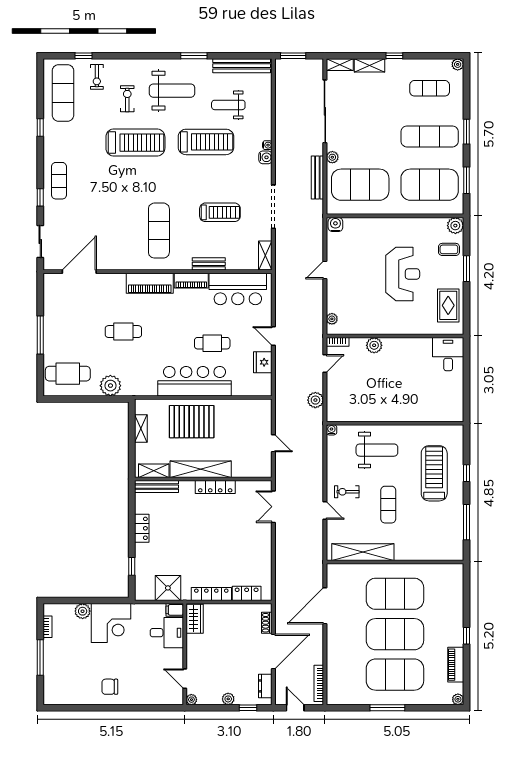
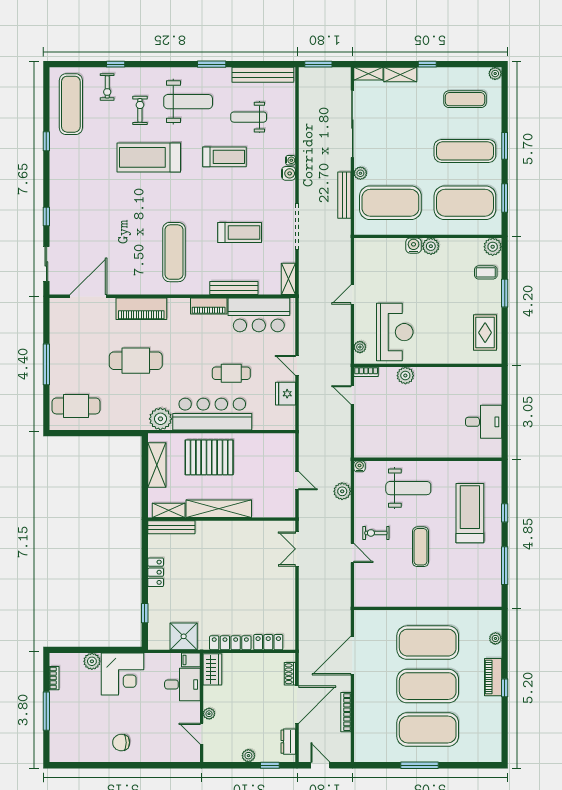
window: (84, 56) -> (116, 64), moved
treadmill: (206, 142) -> (225, 157), width x0.73, depth x0.73
treadmill: (135, 143) -> (149, 157), turned 180
exercise mat: (59, 181) -> (67, 199), removed
water cooler: (335, 224) -> (414, 246), moved
plant: (398, 225) -> (431, 246), added
bench: (209, 264) -> (234, 288), width x1.36
reception desk: (403, 274) -> (395, 332), moved
piano: (150, 283) -> (141, 309), moved
cafe table: (123, 332) -> (136, 361), width x1.37, depth x1.35
desk: (448, 354) -> (484, 422), moved, turned 90
door: (325, 363) -> (352, 395), swing flipped
plant: (110, 386) -> (160, 419), moved
plant: (315, 400) -> (342, 491), moved
shelving: (141, 429) -> (157, 465), width x1.50, depth x1.33
locker: (215, 487) -> (234, 528), removed
shelving: (363, 552) -> (393, 598), removed
piano: (456, 665) -> (493, 677), moved
bookcase: (319, 683) -> (346, 712), moved
plant: (458, 699) -> (495, 638), moved
plant: (191, 700) -> (209, 714), moved

